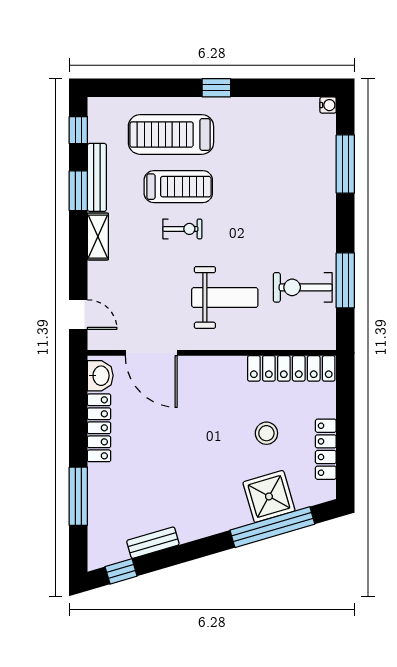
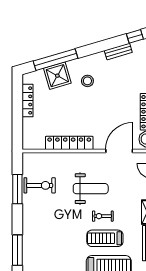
weight bench: (225, 297) -> (91, 189), moved, turned 180
door: (151, 353) -> (119, 151), hinge flipped
locker: (291, 368) -> (69, 143), moved
stool: (266, 433) -> (87, 81), moved

